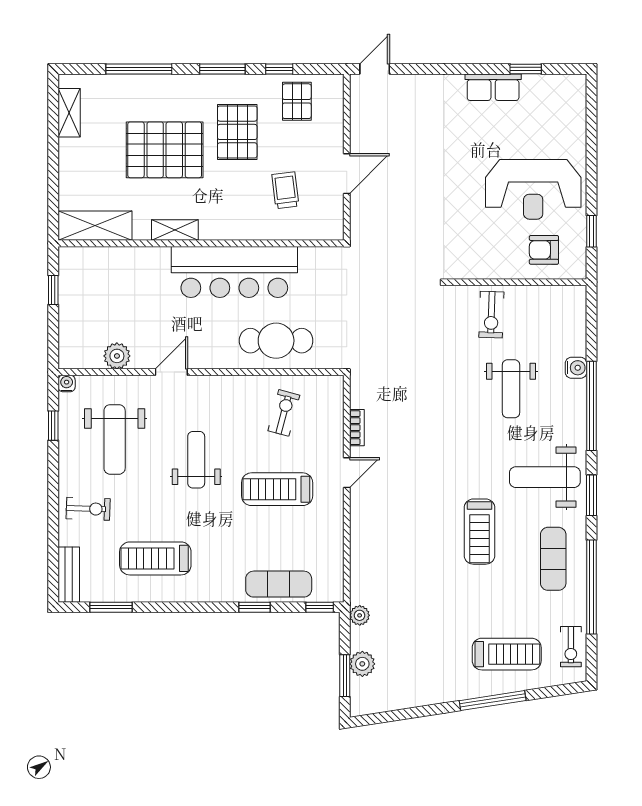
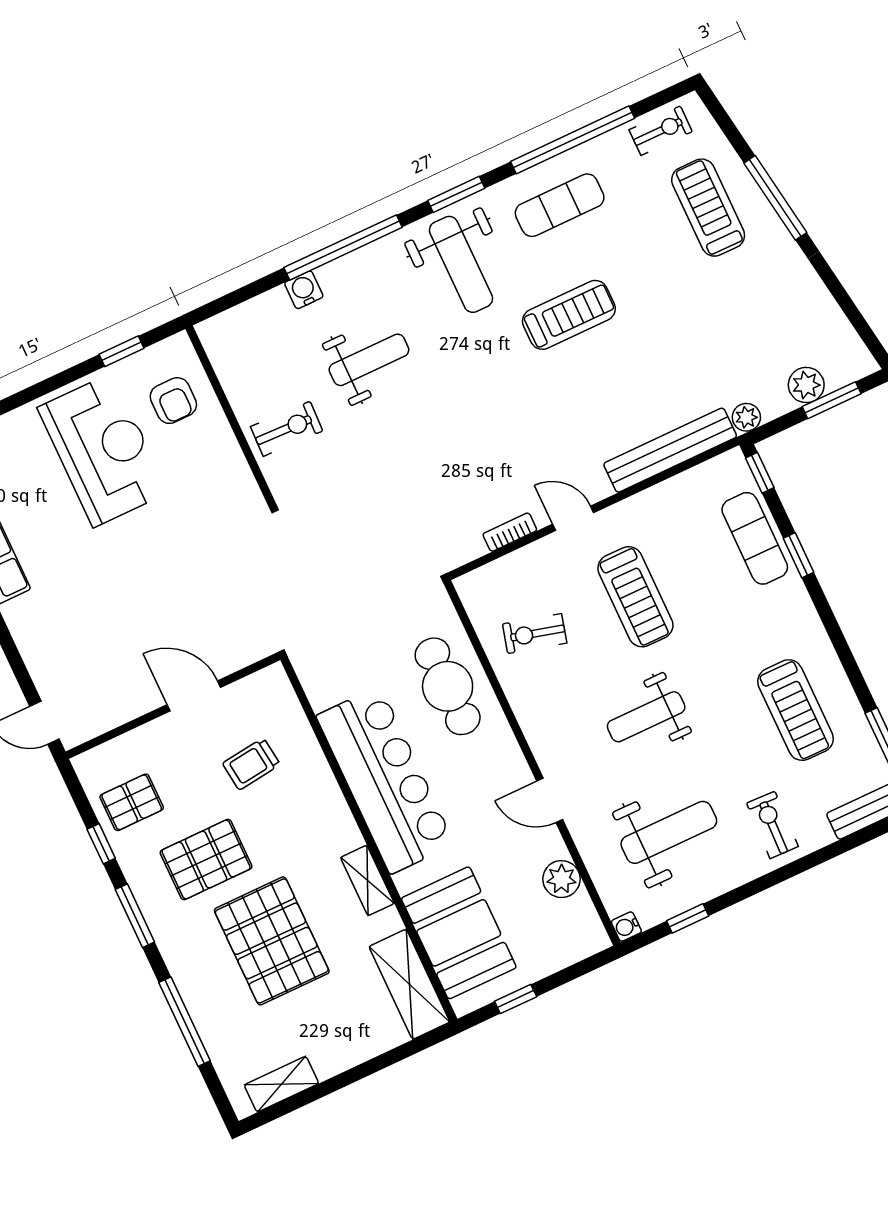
booth: (113, 273) -> (459, 933), added
bench: (361, 556) -> (670, 450), added

